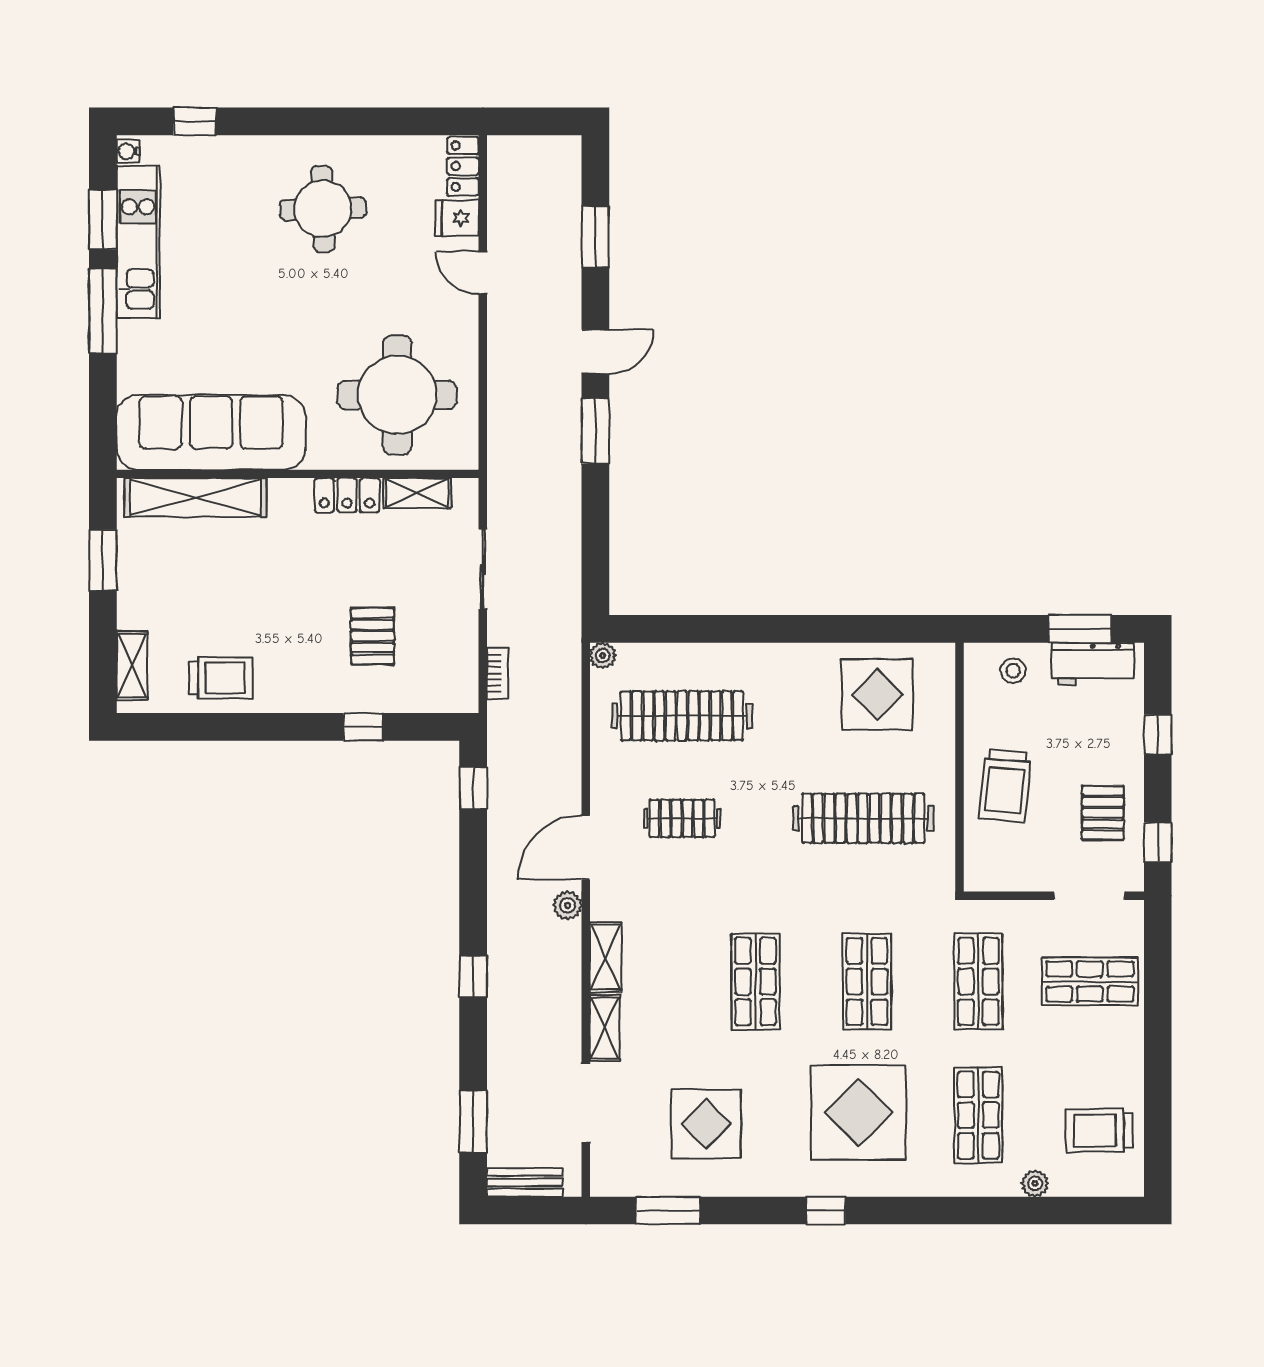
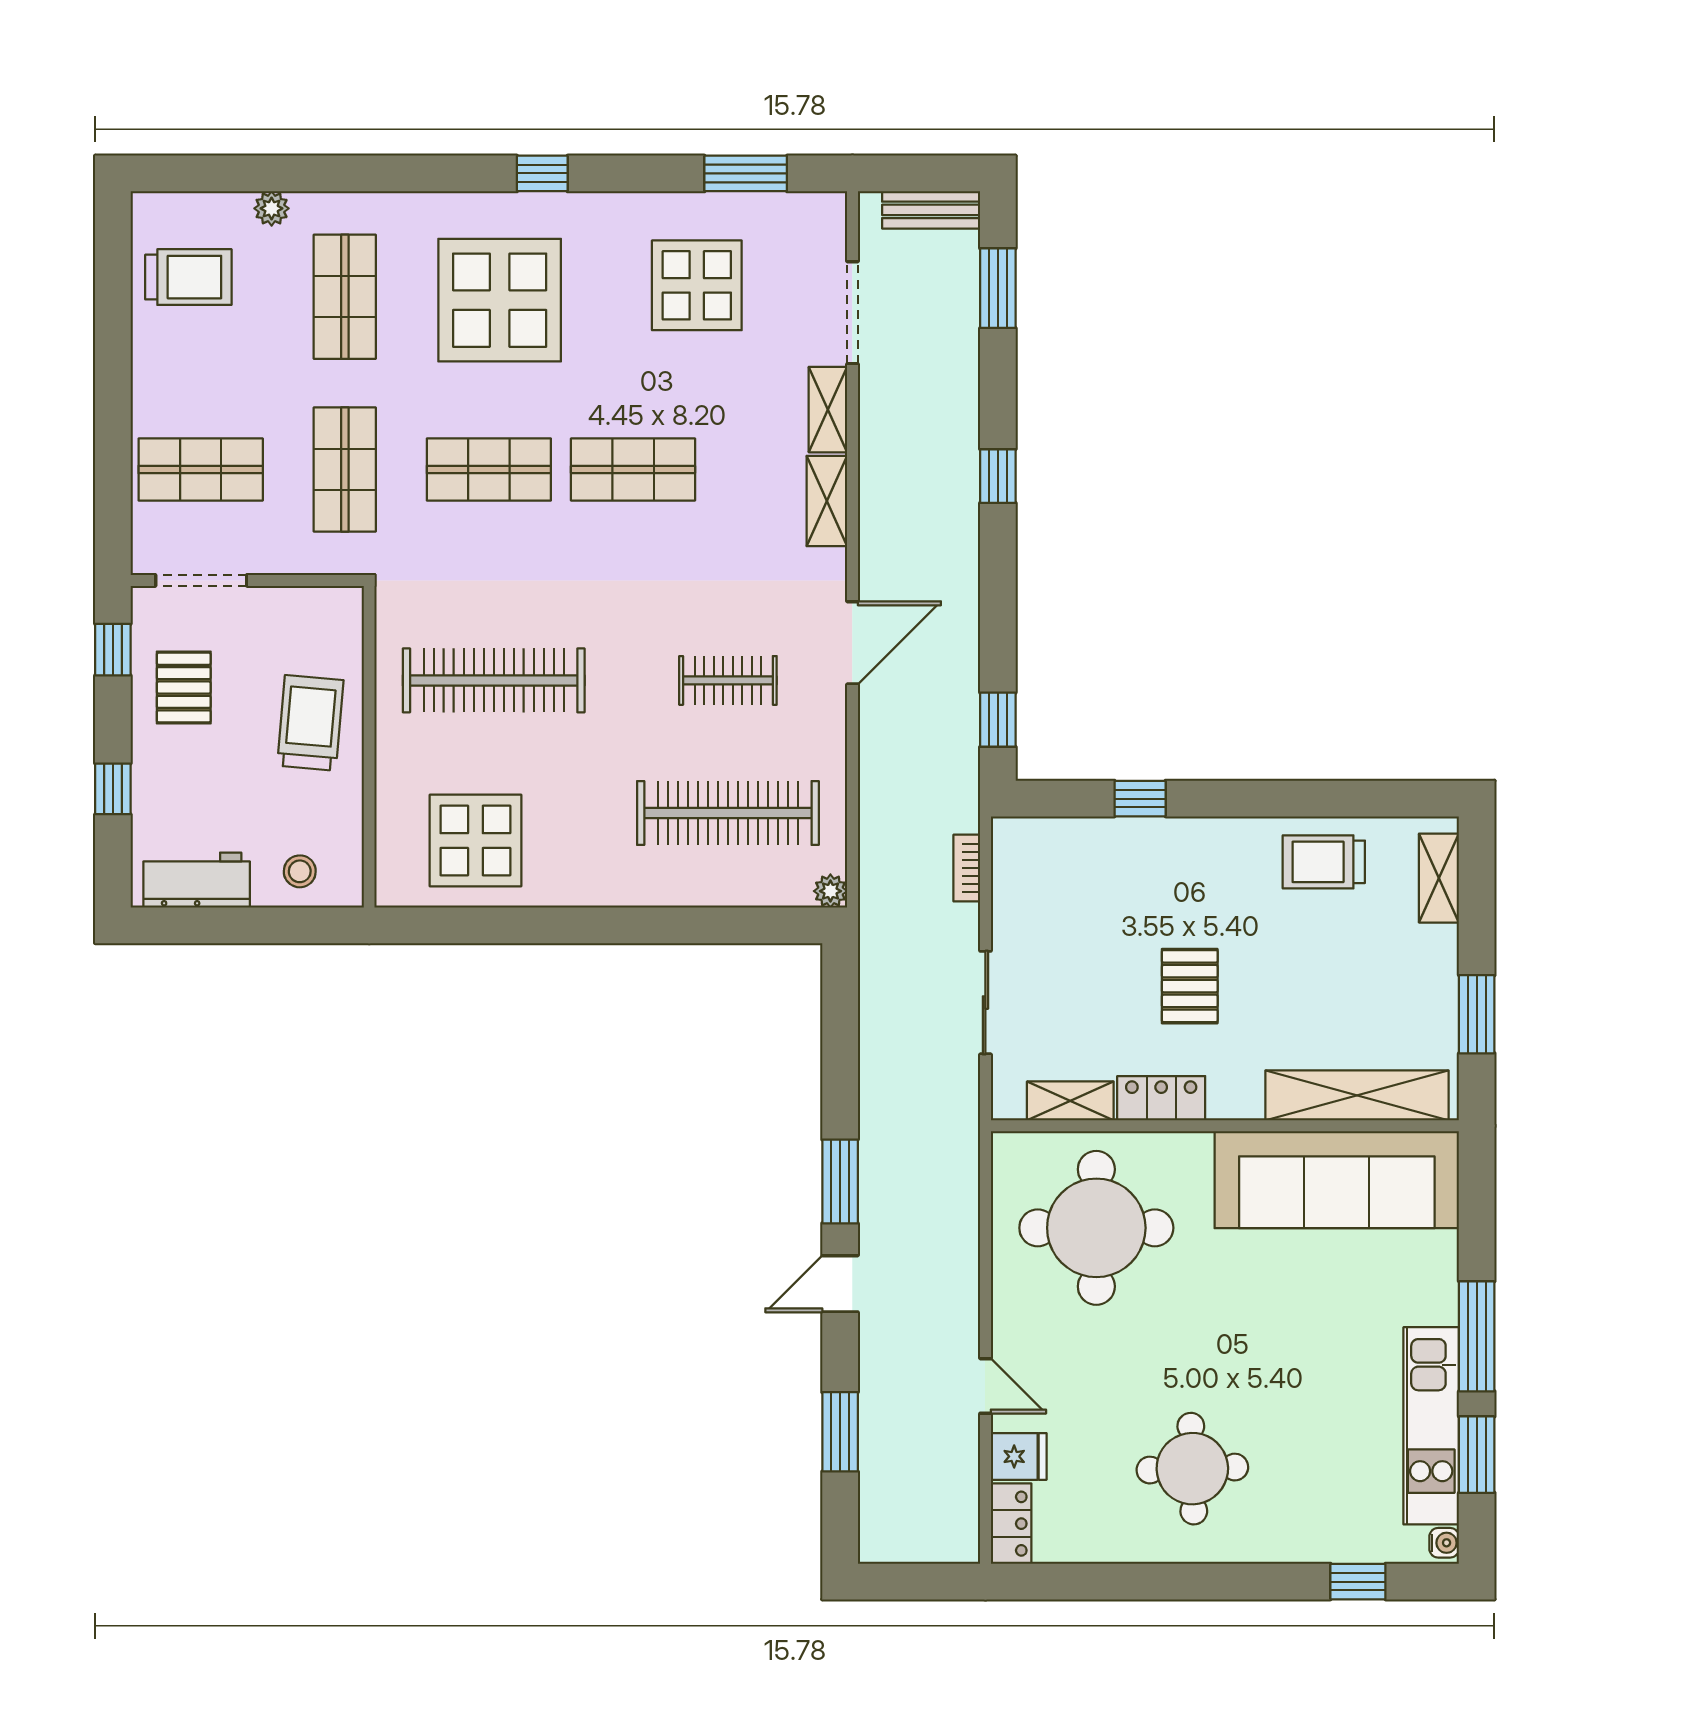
window: (1080, 629) -> (214, 925), removed
pallet: (373, 636) -> (1190, 986), moved
plant: (567, 905) -> (876, 568), removed
shop shelf: (755, 981) -> (633, 470), turned 90
shop shelf: (867, 981) -> (489, 470), turned 90

